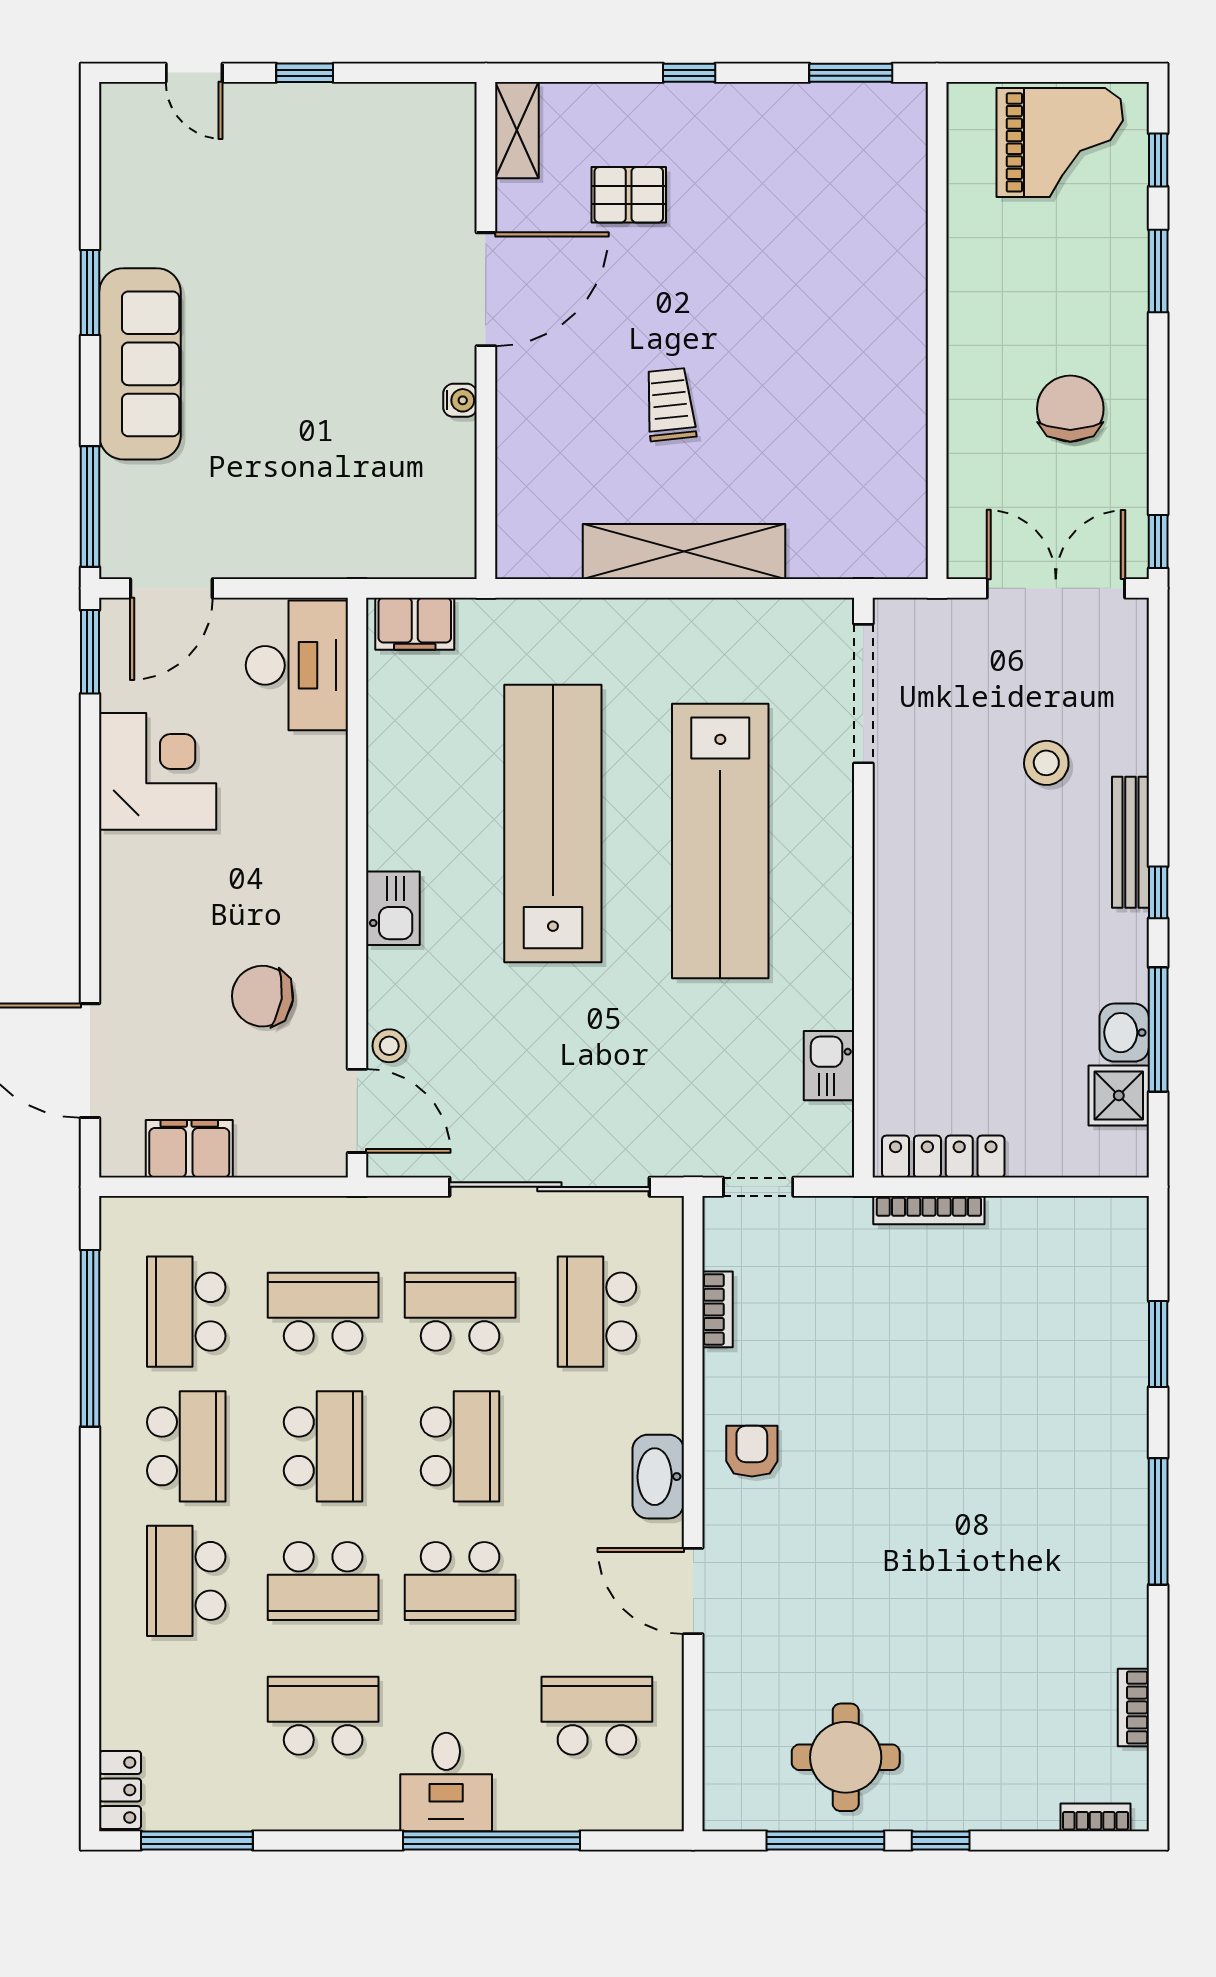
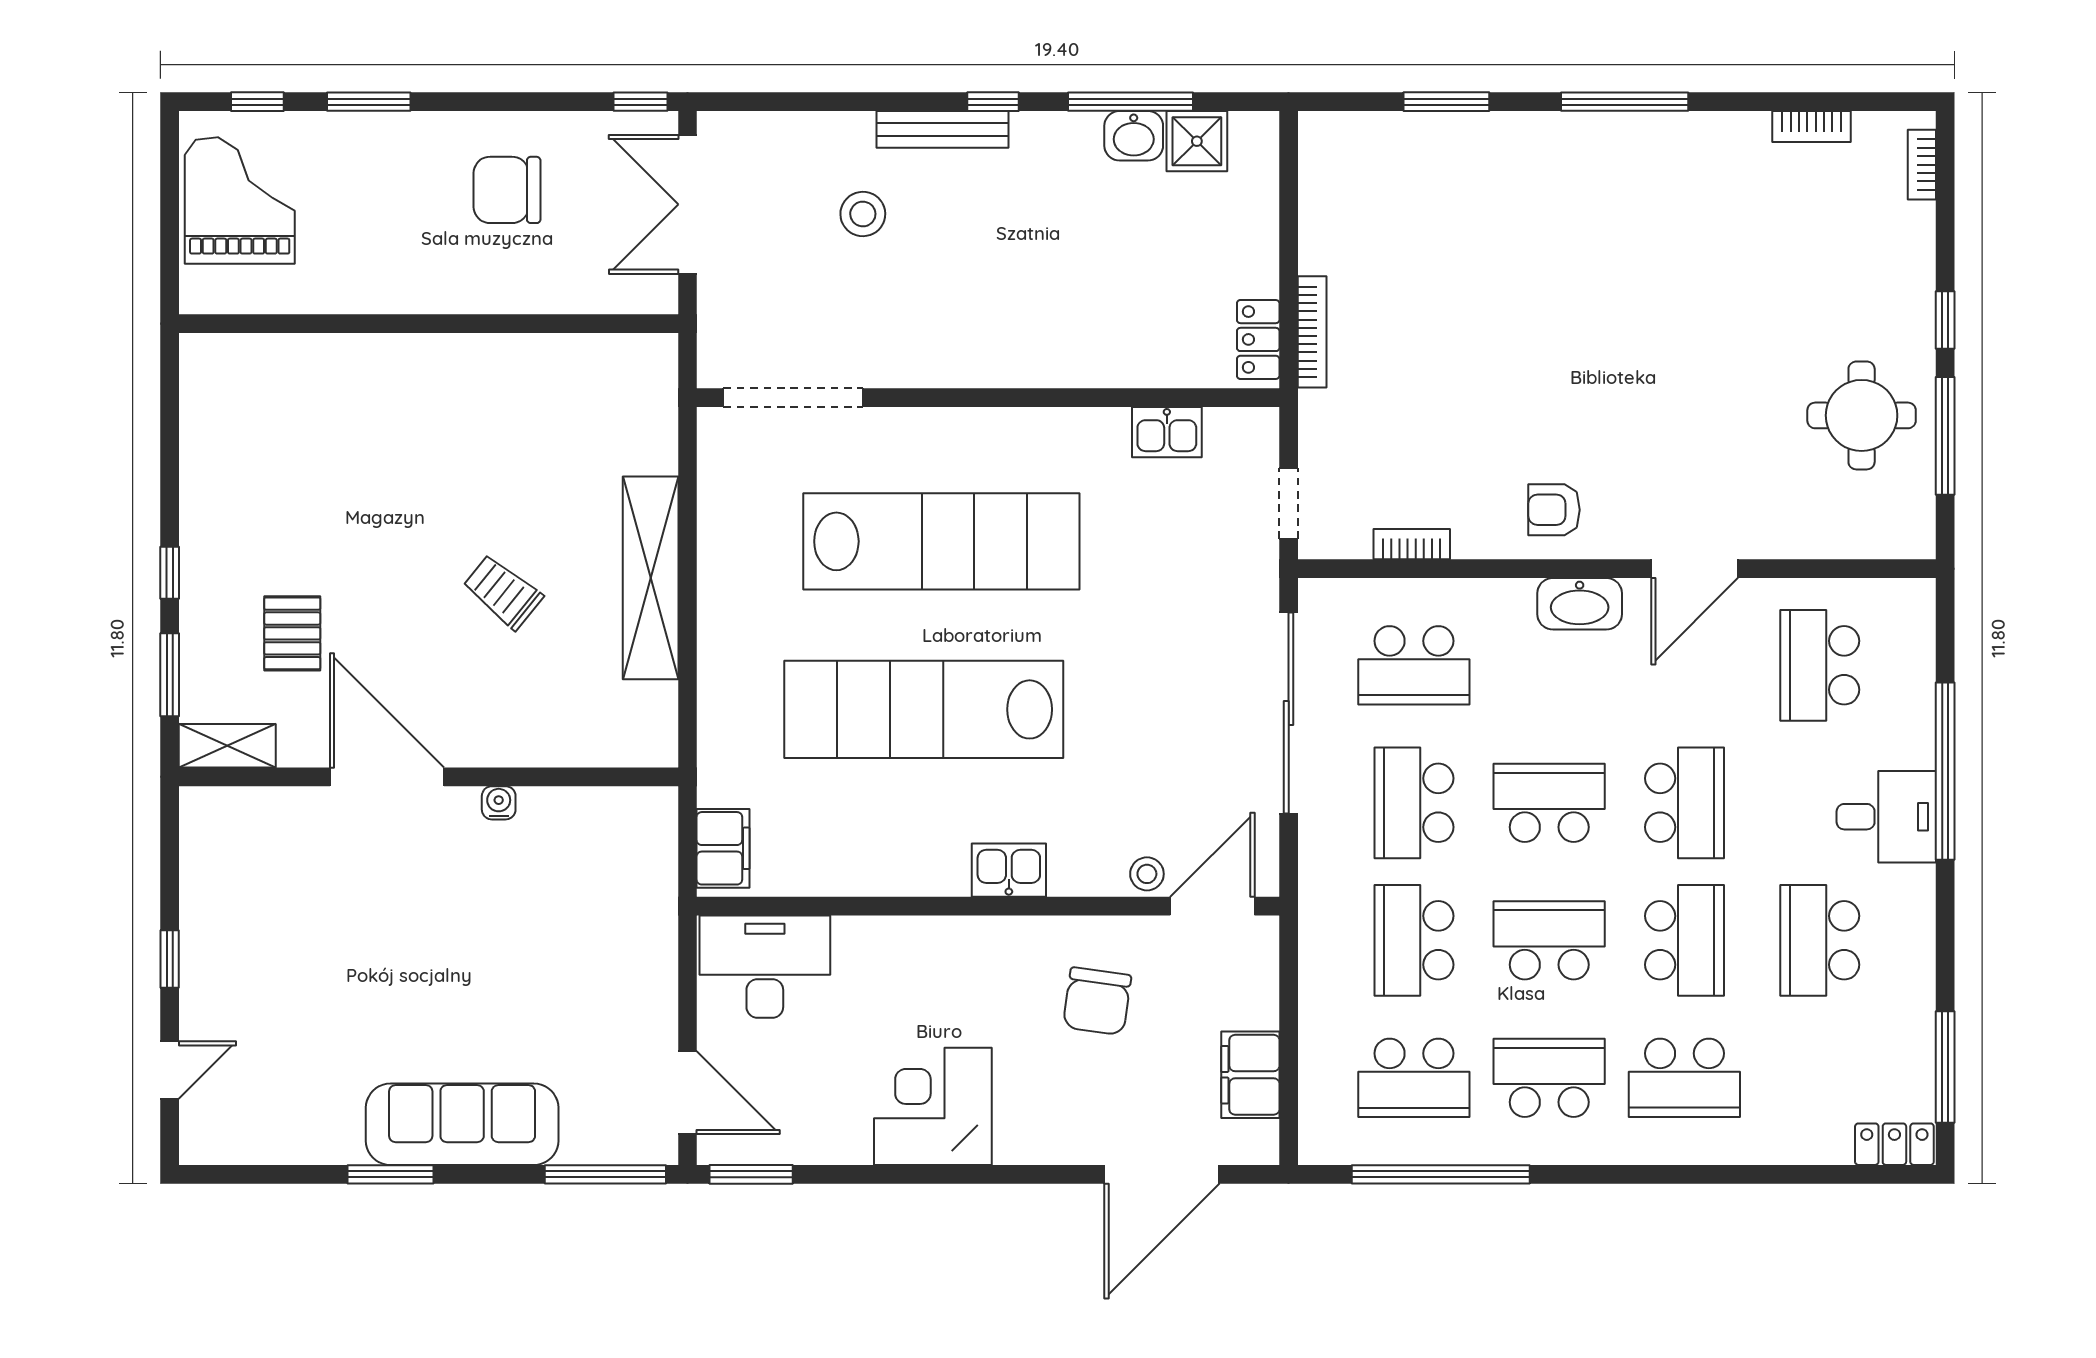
window: (851, 73) -> (170, 675), moved
trolley: (670, 405) -> (503, 592), turned 45
corner desk: (158, 771) -> (933, 1106), moved
locker: (943, 1157) -> (1258, 339), width x0.66

